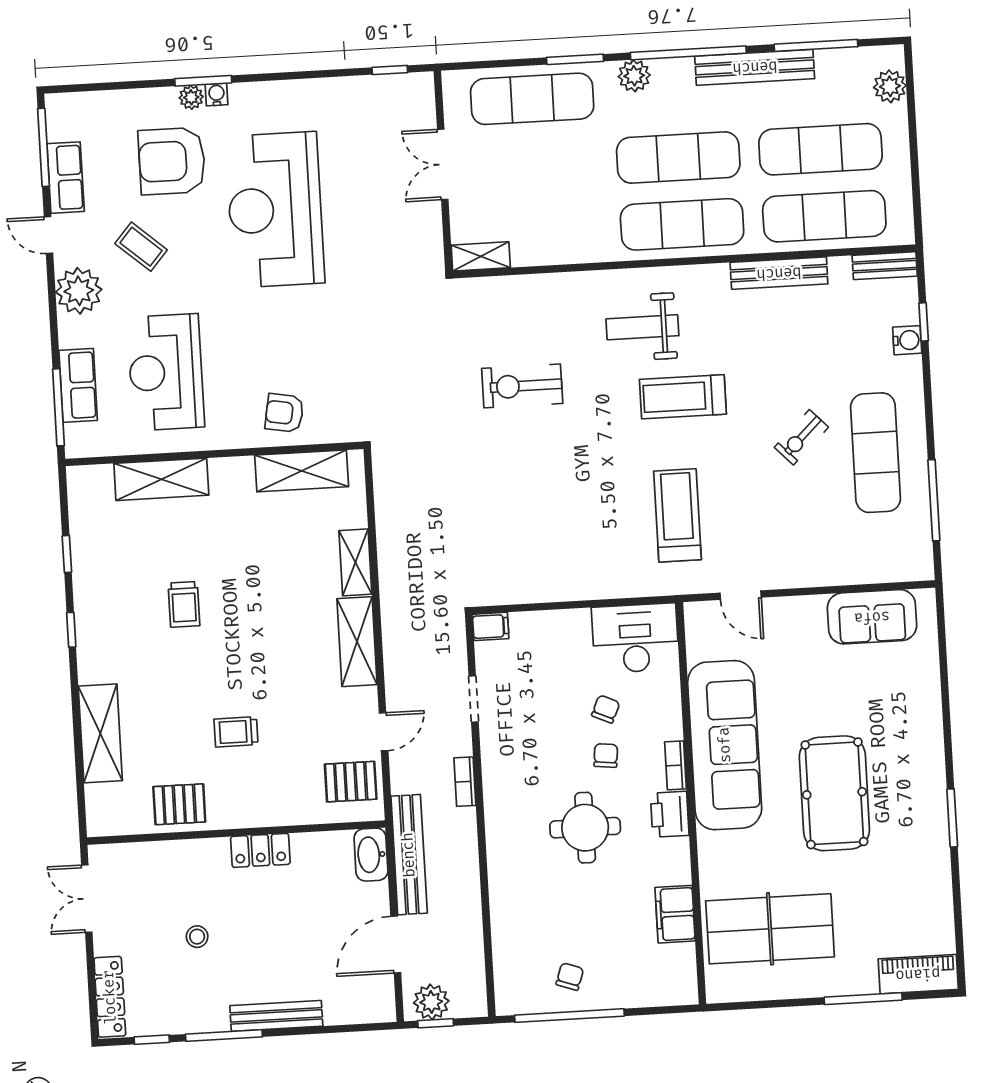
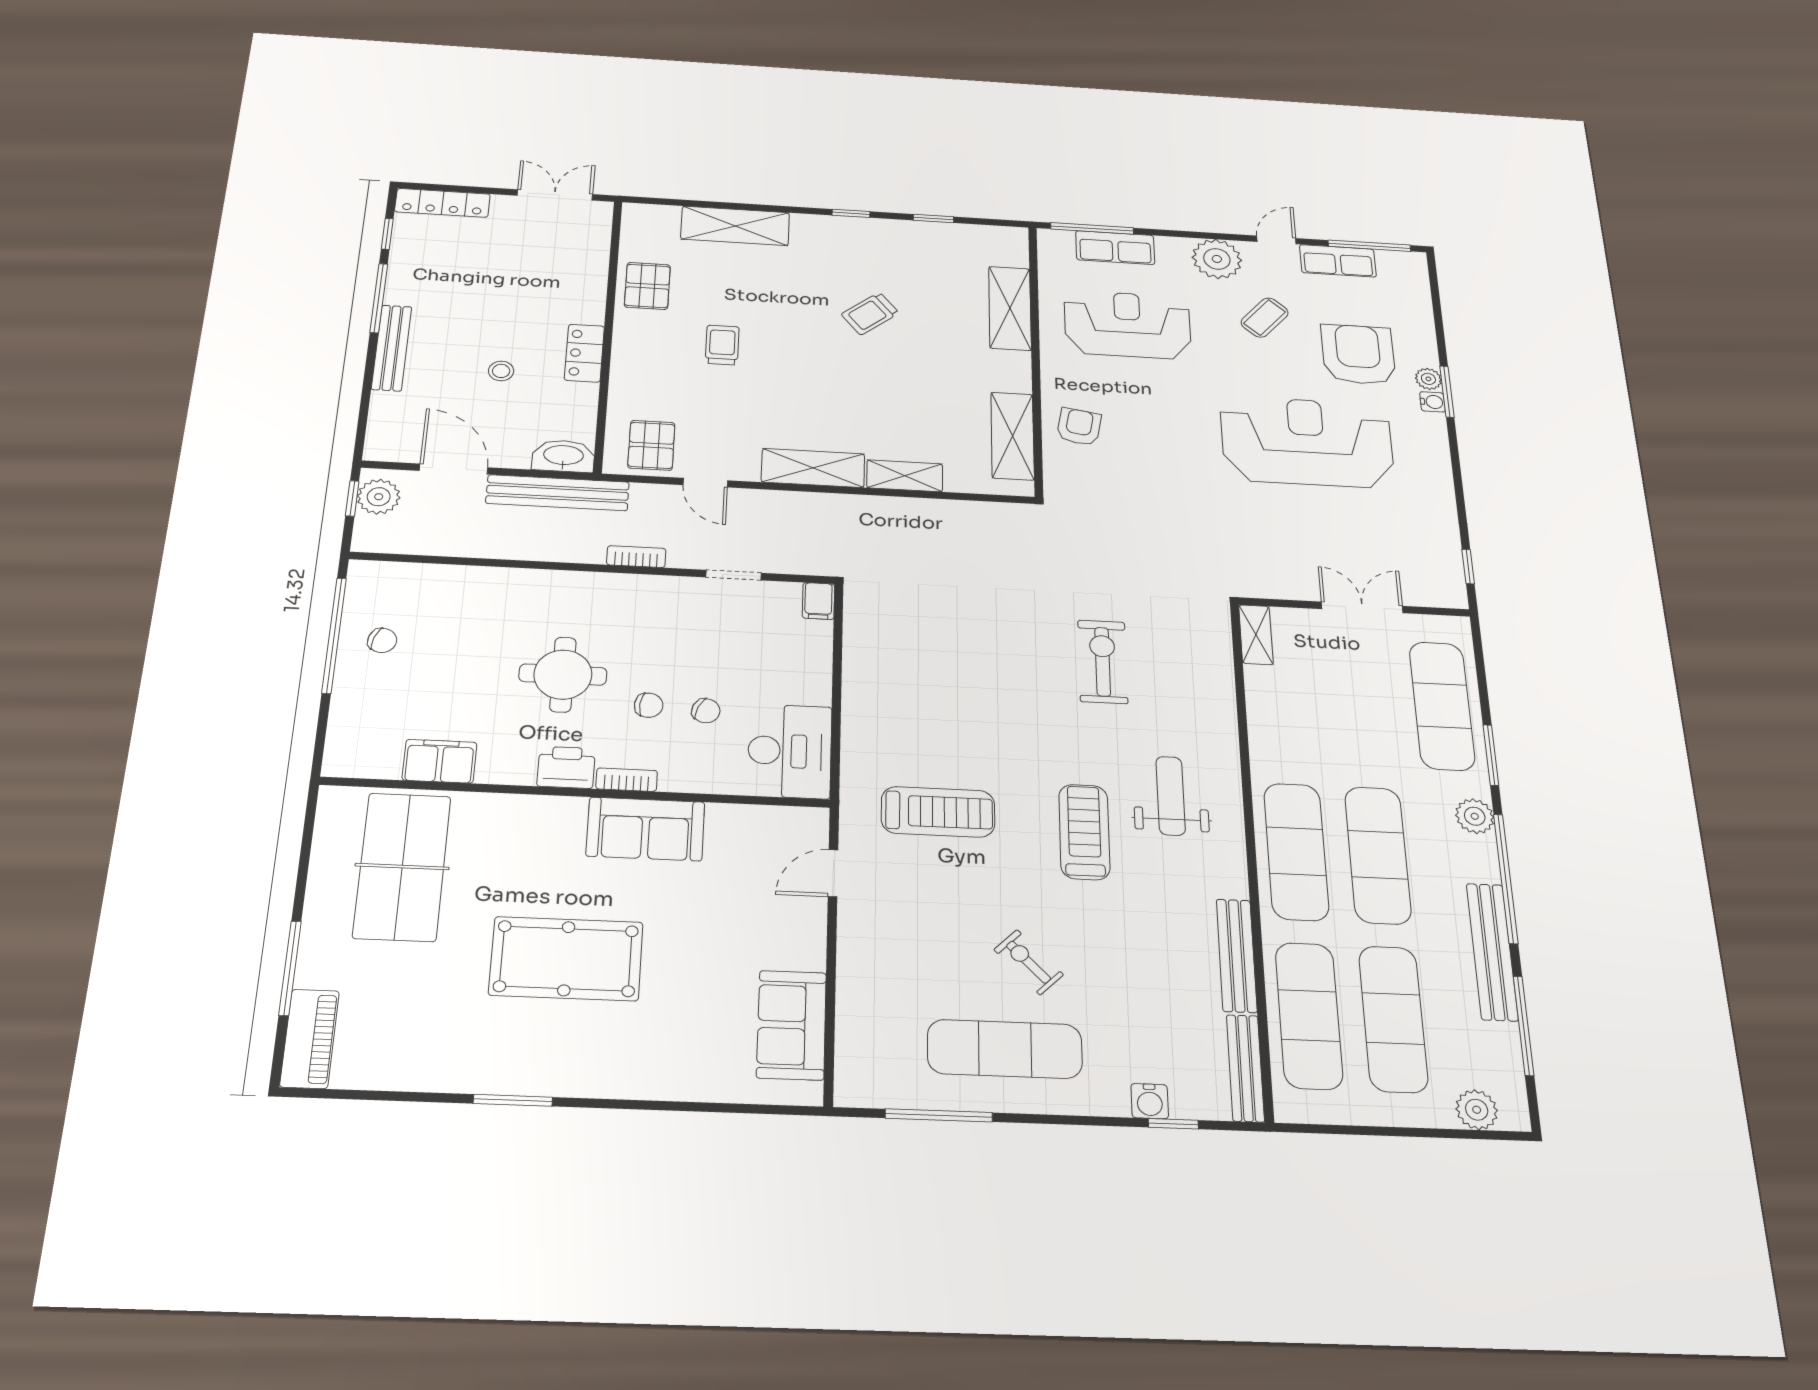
bench: (885, 266) -> (1245, 1068), width x1.36
trolley: (184, 604) -> (870, 314), turned -39
sofa: (725, 745) -> (646, 829), width x0.54, depth x0.79
stool: (197, 937) -> (501, 371), moved

